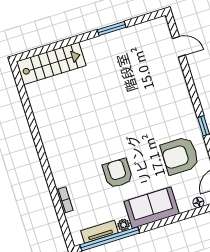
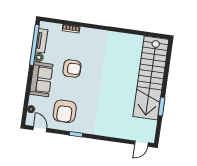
door: (179, 47) -> (141, 144), moved
stairs: (51, 63) -> (151, 78), width x1.86, depth x1.51
armchair: (180, 156) -> (65, 111), turned 180

